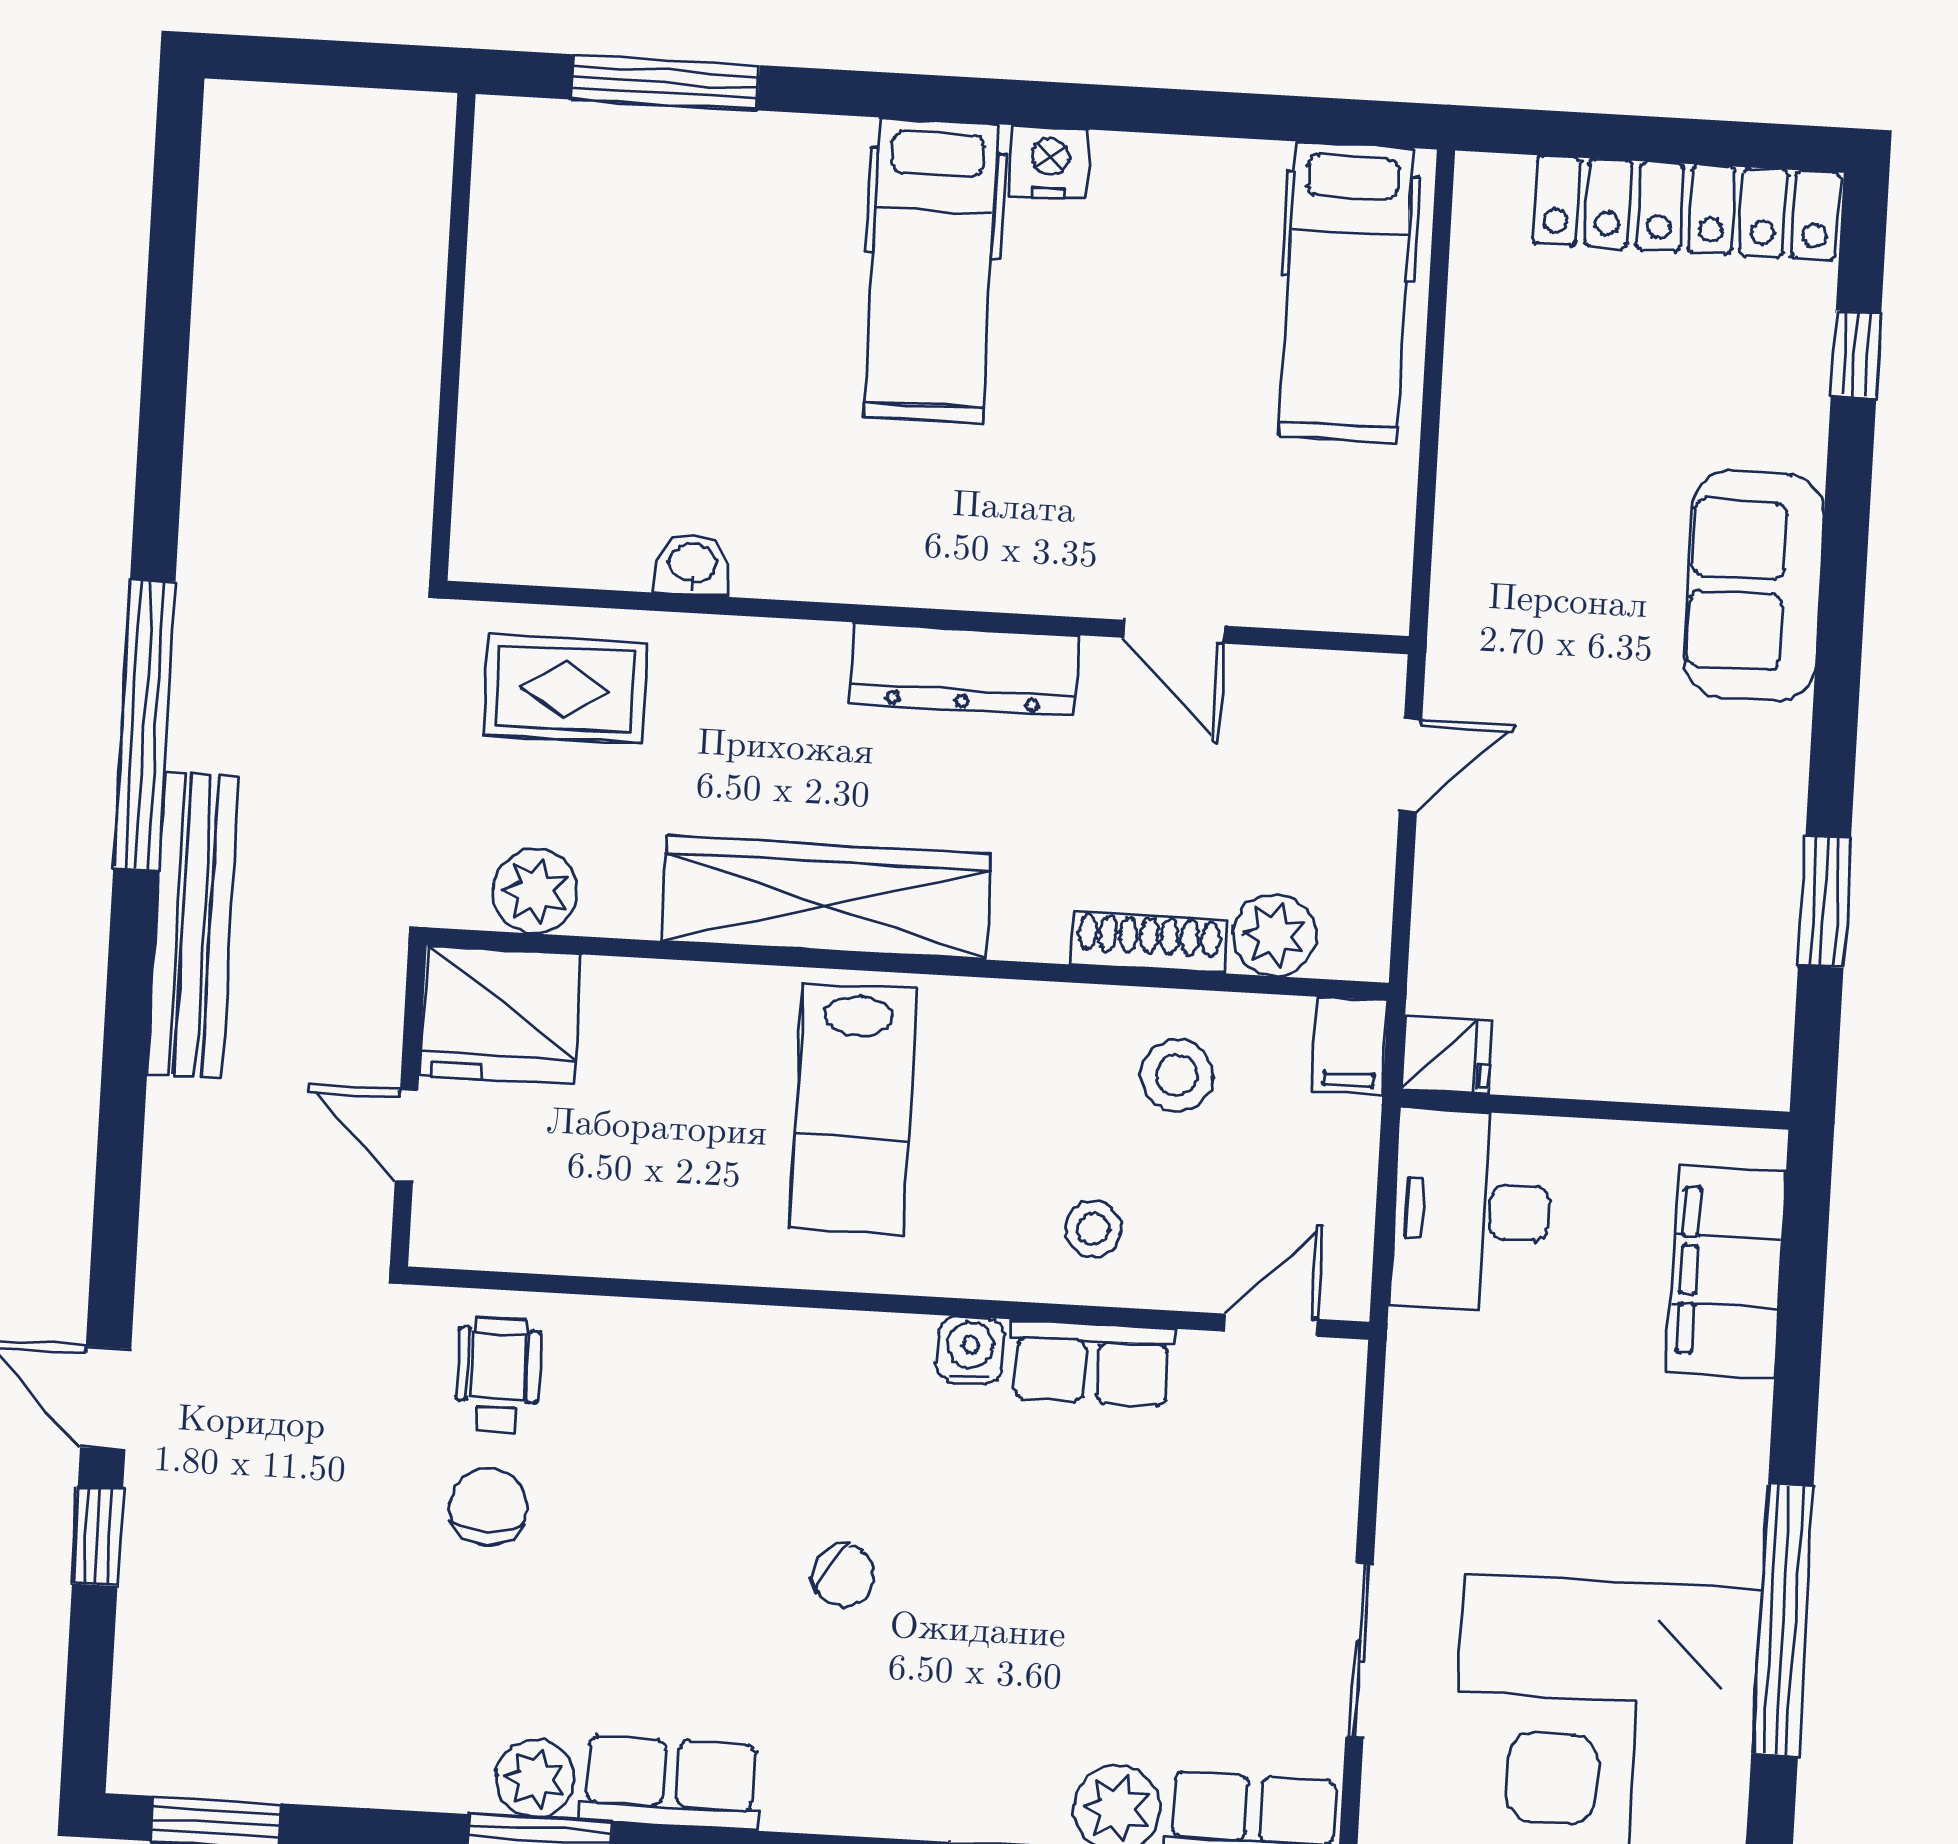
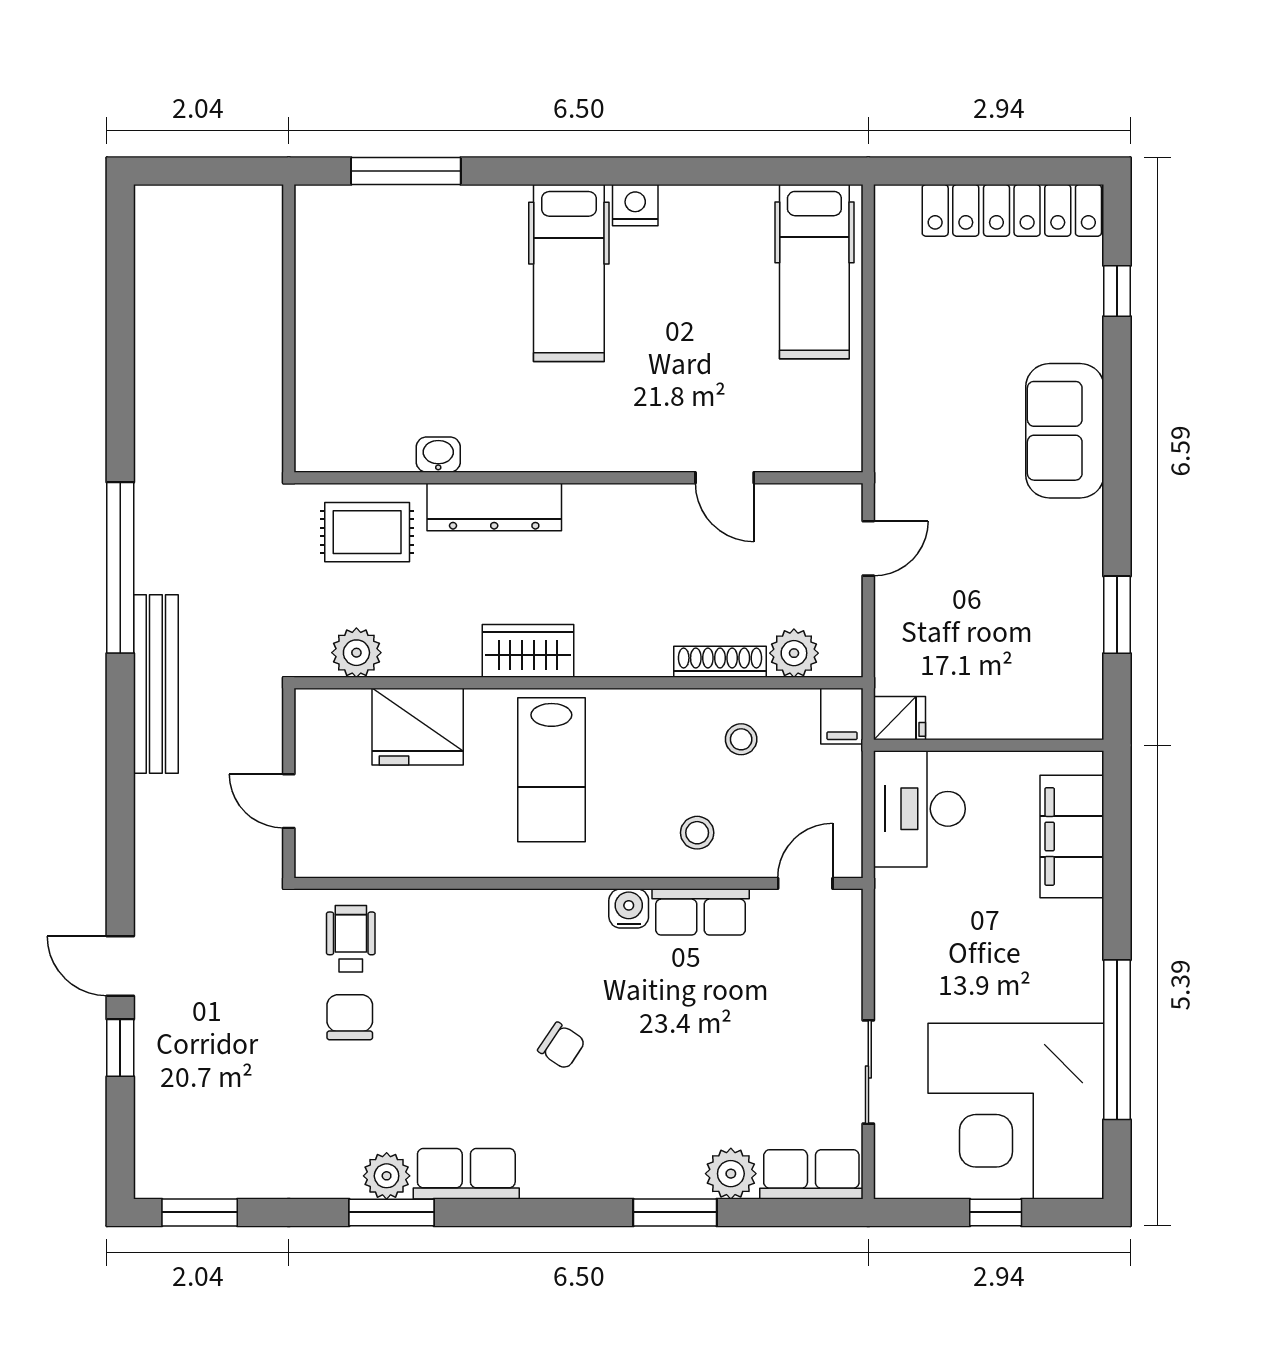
dresser: (964, 669) -> (494, 507), moved
wardrobe: (826, 898) -> (528, 651), width x0.48, depth x0.85
fridge: (501, 1015) -> (418, 727), moved
stool: (1177, 1075) -> (741, 739), width x0.73, depth x0.73

